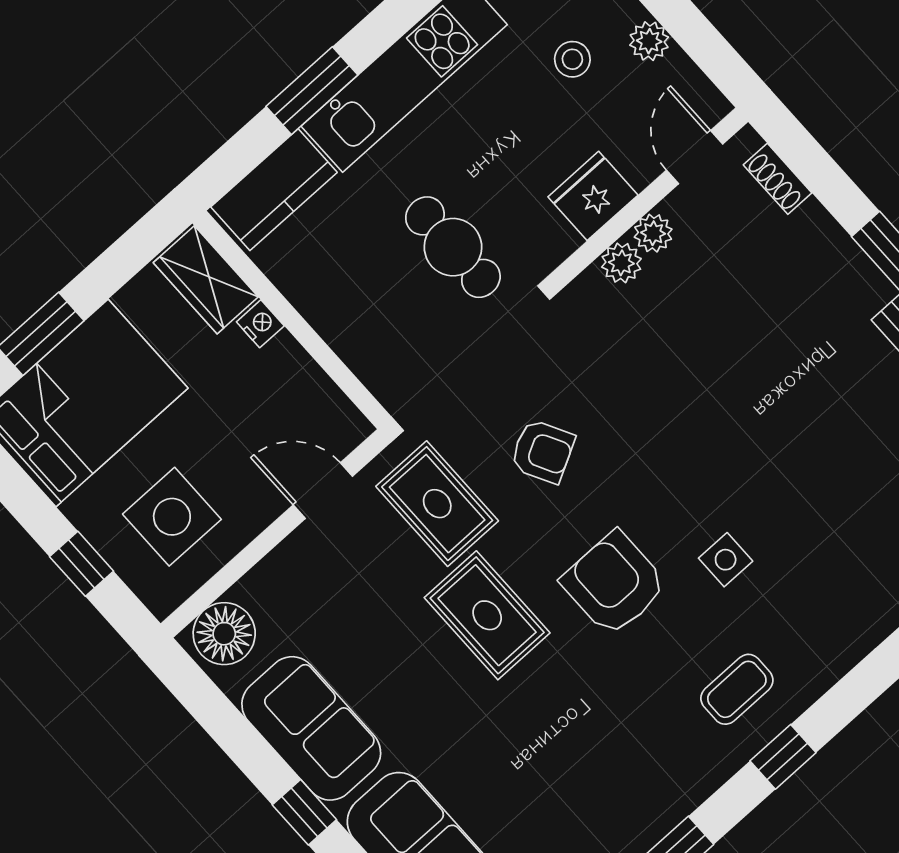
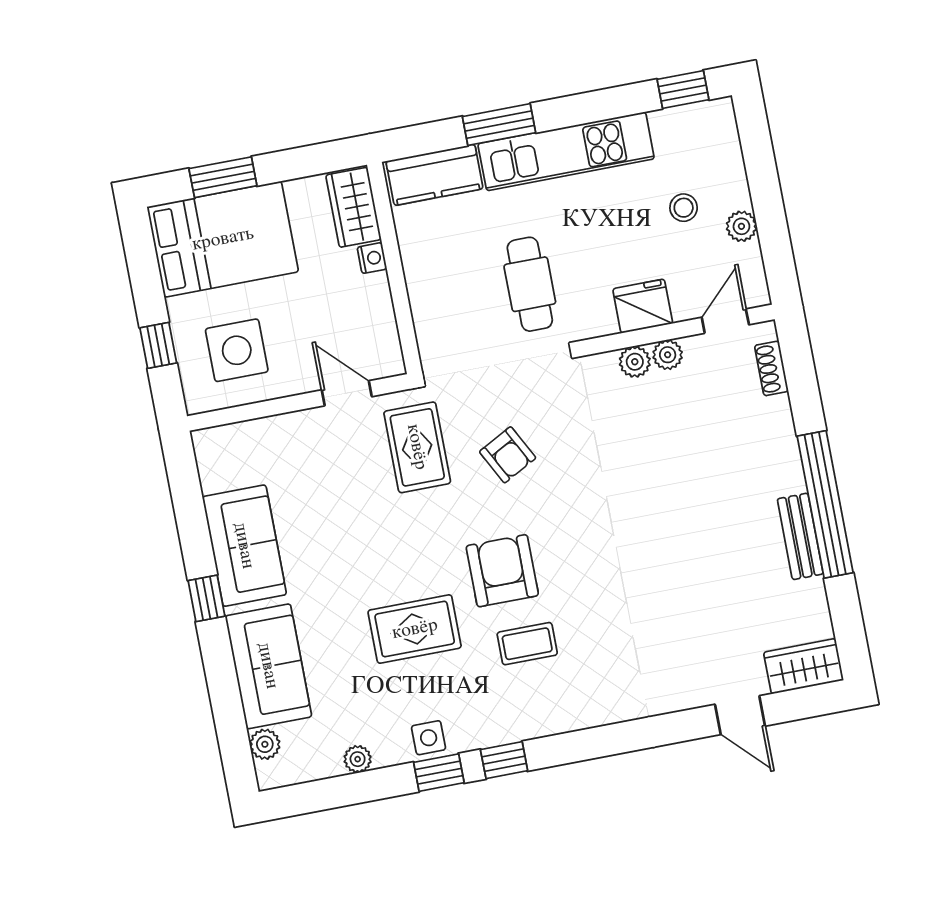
side table: (726, 560) -> (429, 738), moved
rug: (487, 615) -> (415, 629), moved, turned 90
floor lamp: (224, 634) -> (225, 448), removed
coffee table: (737, 689) -> (527, 644), moved
window: (783, 757) -> (504, 760), moved

